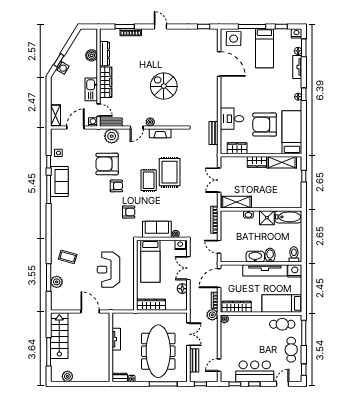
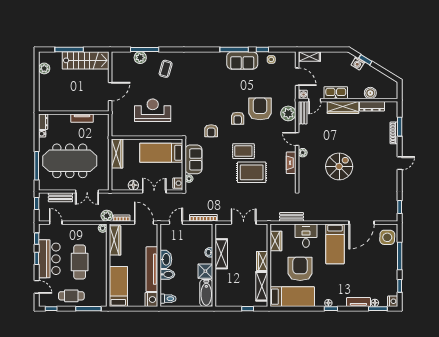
bed: (264, 48) -> (335, 244), moved, turned -90
shelving: (236, 202) -> (221, 254), moved
cafe table: (282, 324) -> (80, 262), moved, width x1.37, depth x1.35

